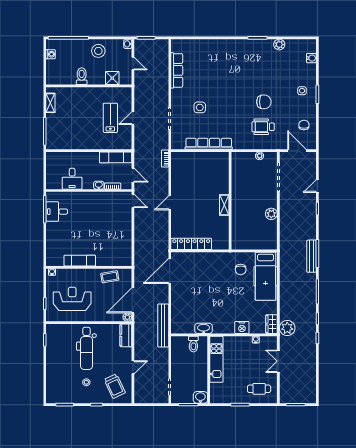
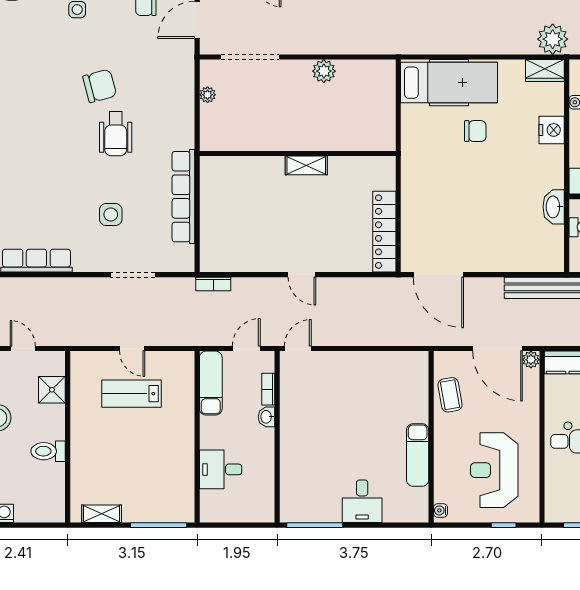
door: (133, 64) -> (23, 349), hinge flipped
chair: (264, 102) -> (100, 86), turned 75
wheelchair: (263, 127) -> (116, 134), moved
desk: (72, 179) -> (221, 469), moved, turned 180
desk: (57, 212) -> (362, 501), moved
chair: (241, 270) -> (475, 131), moved

